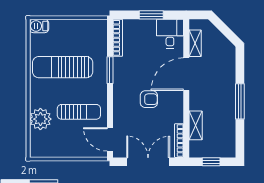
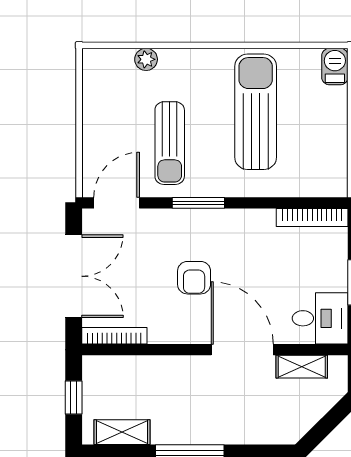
window: (110, 70) -> (198, 203), moved
plant: (40, 119) -> (146, 59), width x0.53, depth x0.53
shelving: (196, 125) -> (122, 432), moved

